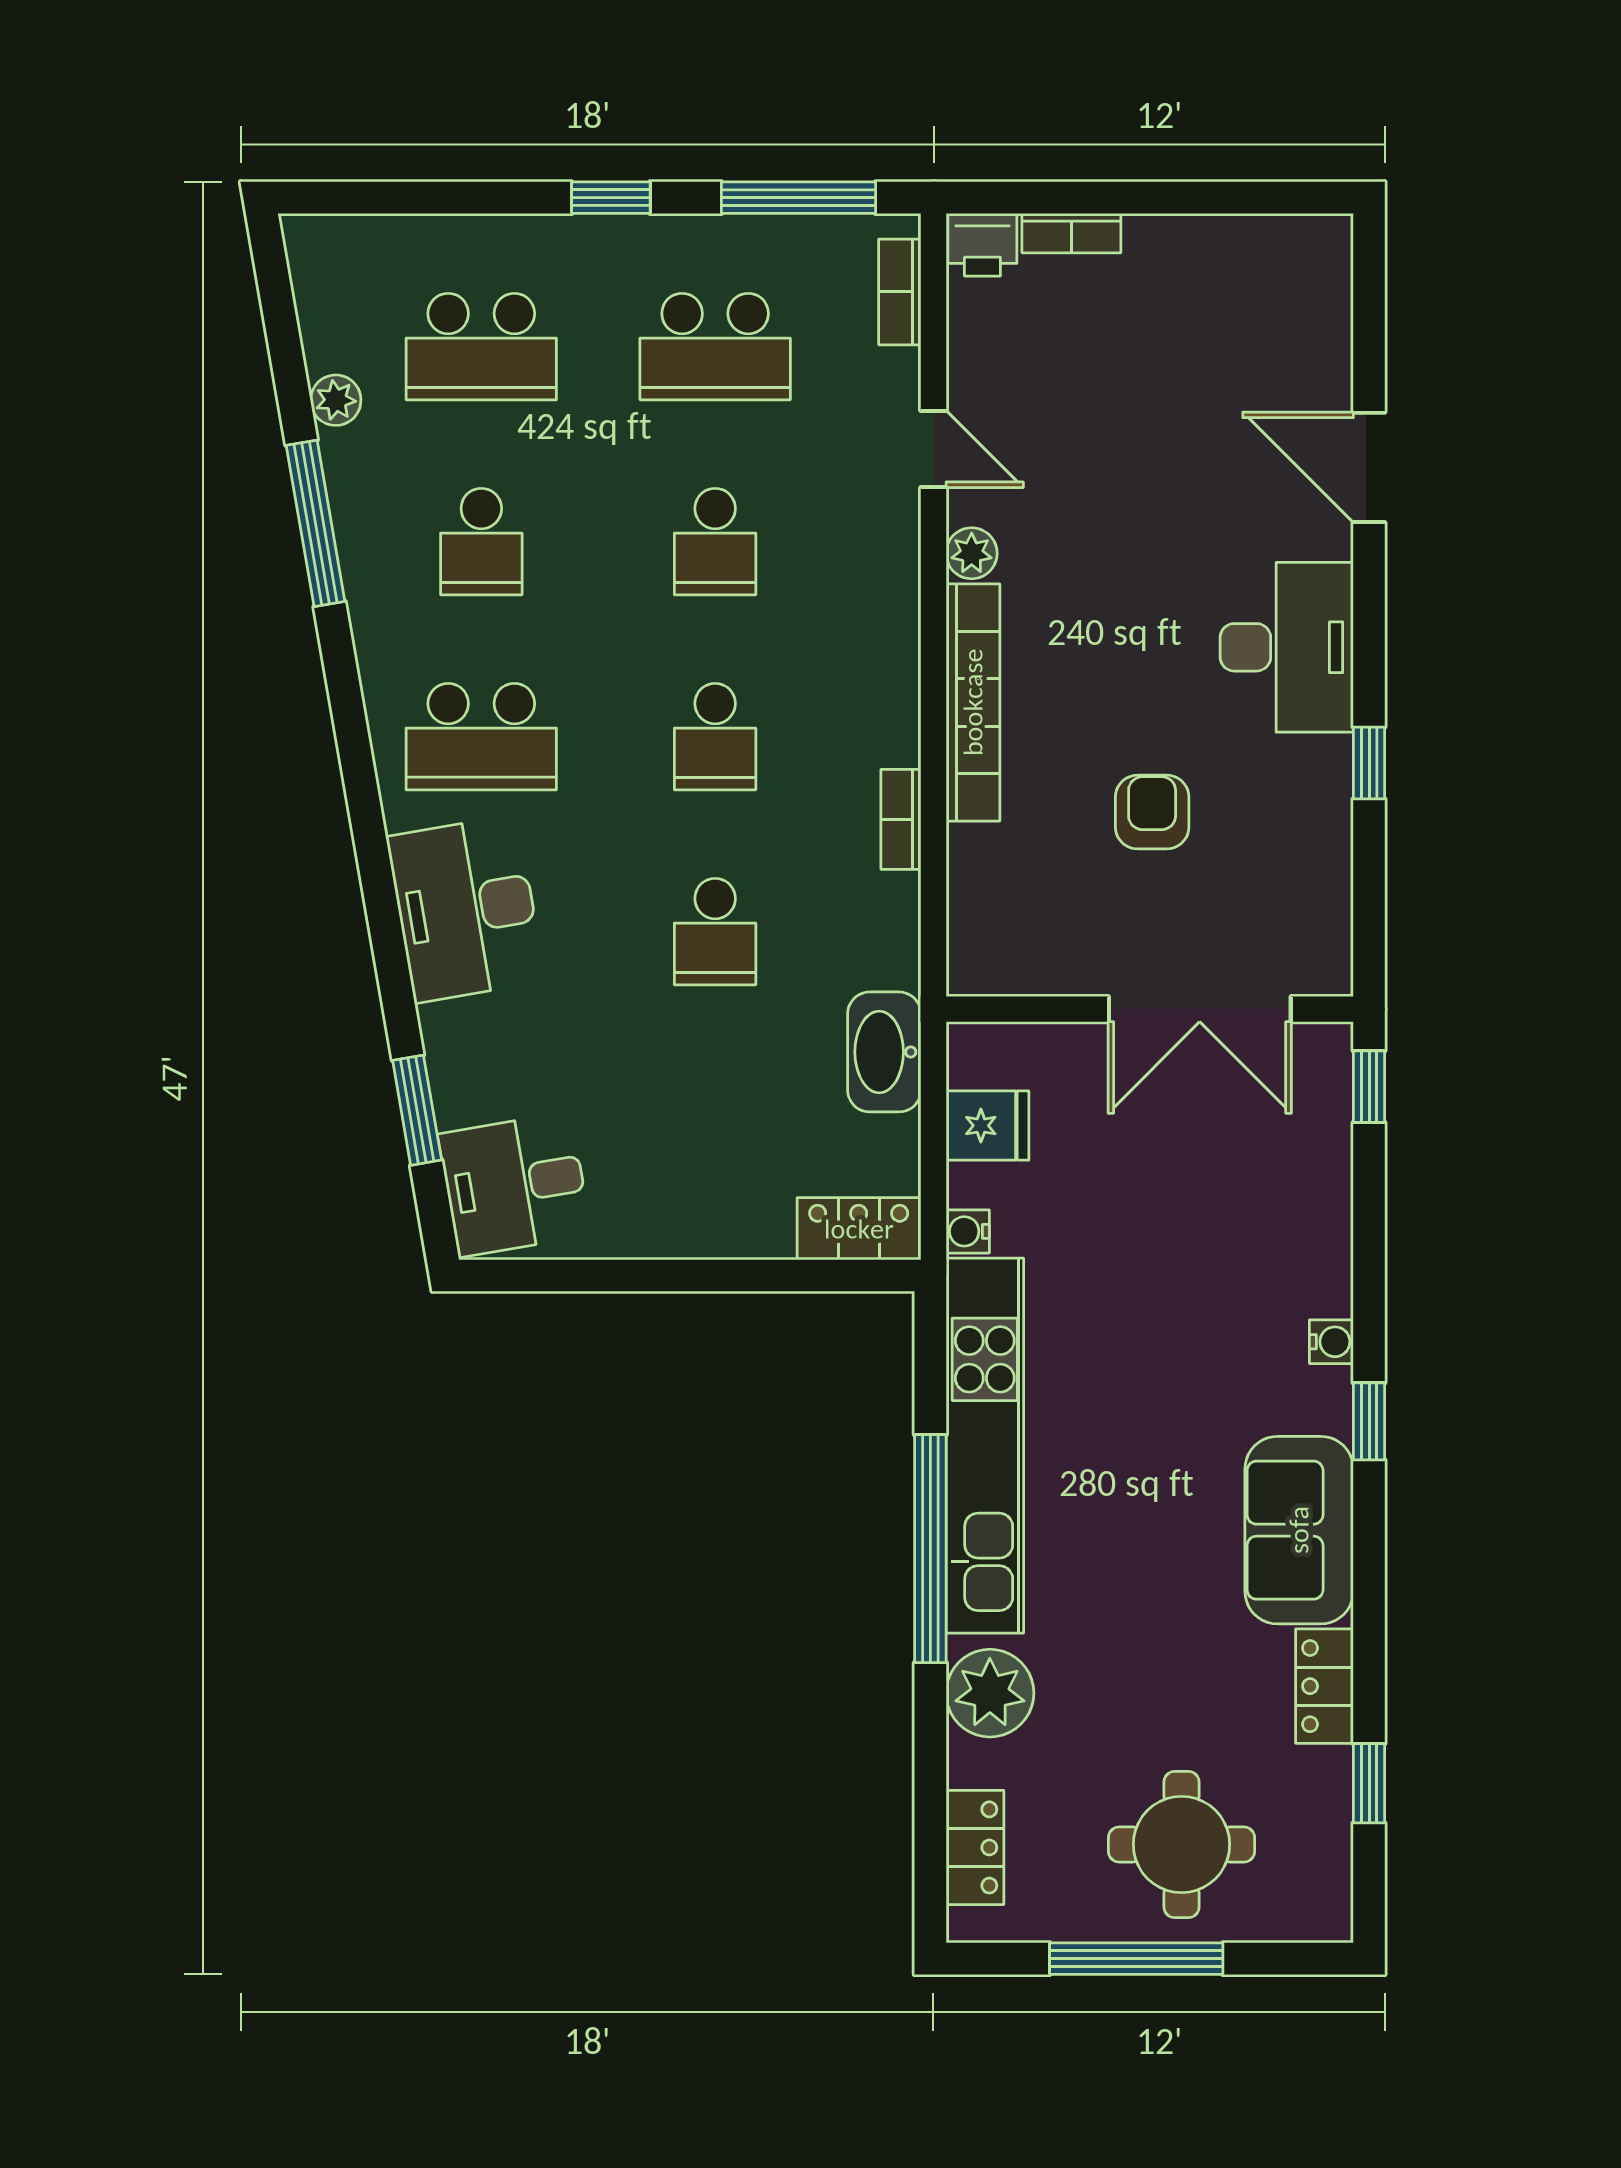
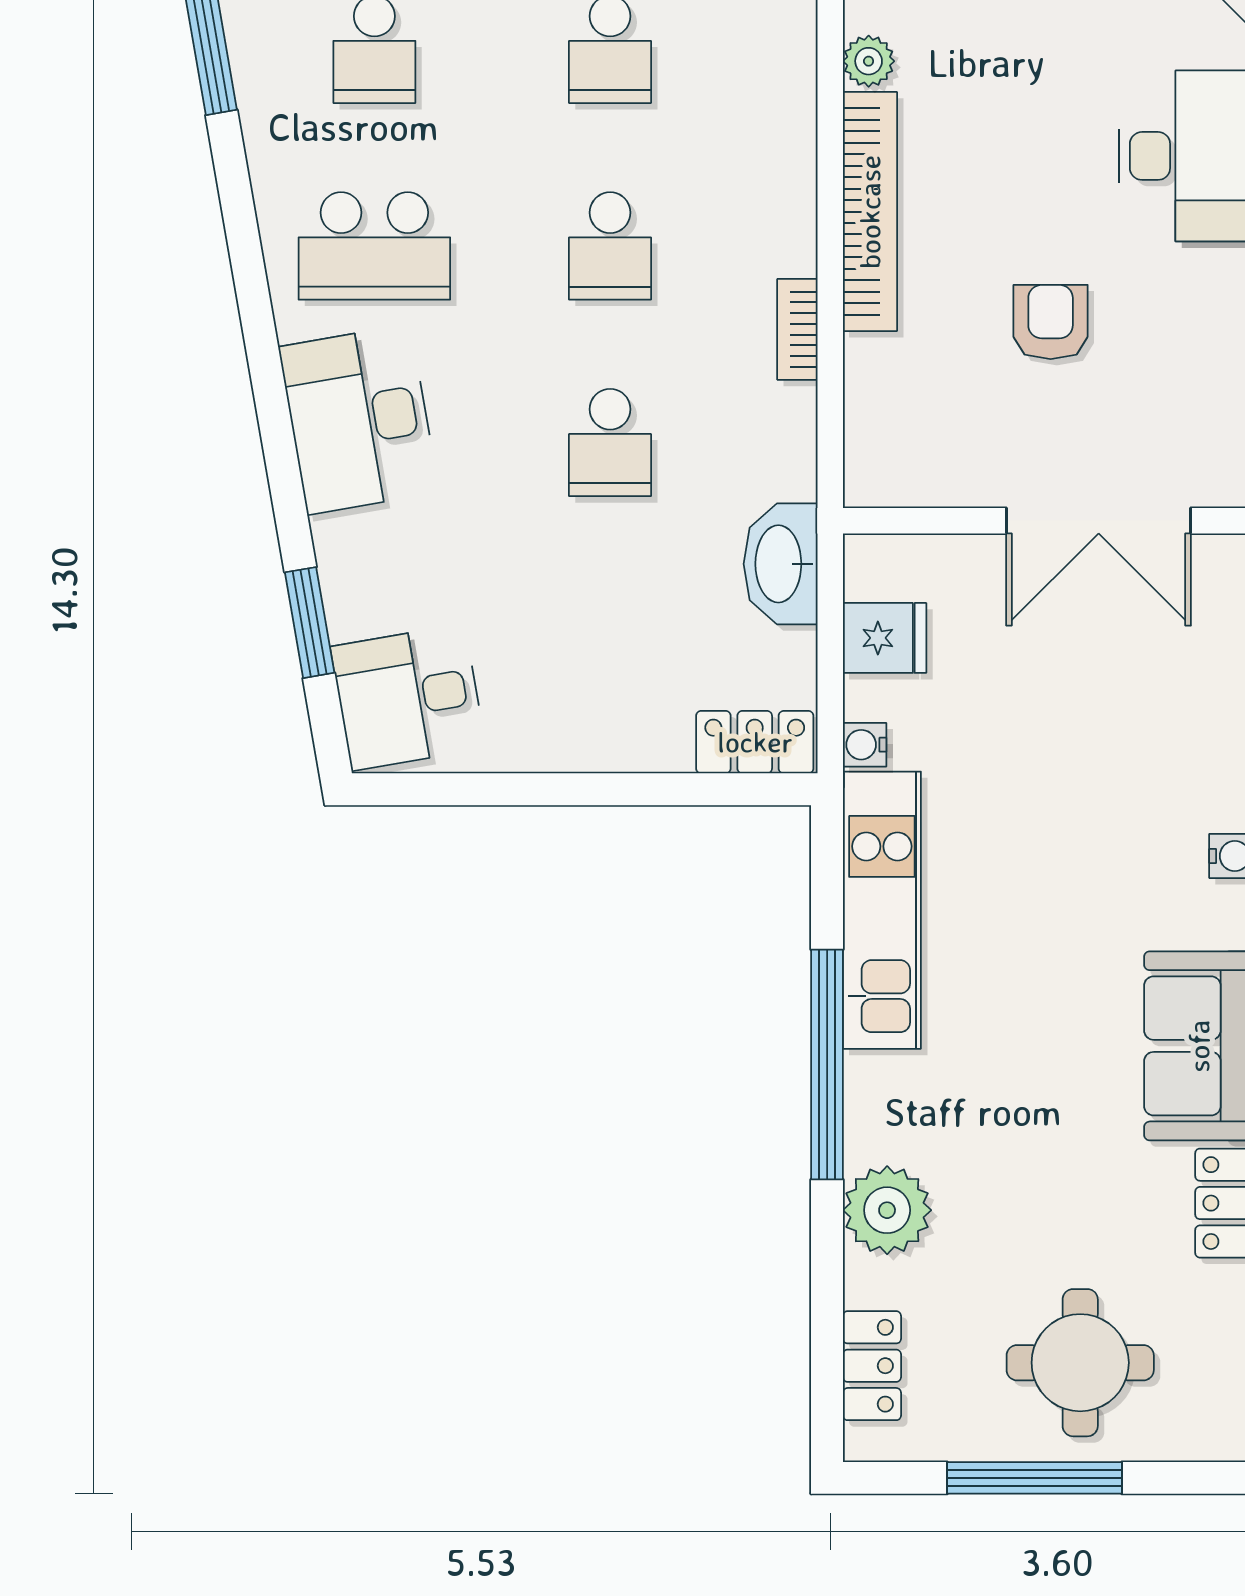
kitchen unit: (985, 1446) -> (882, 910), width x0.73

